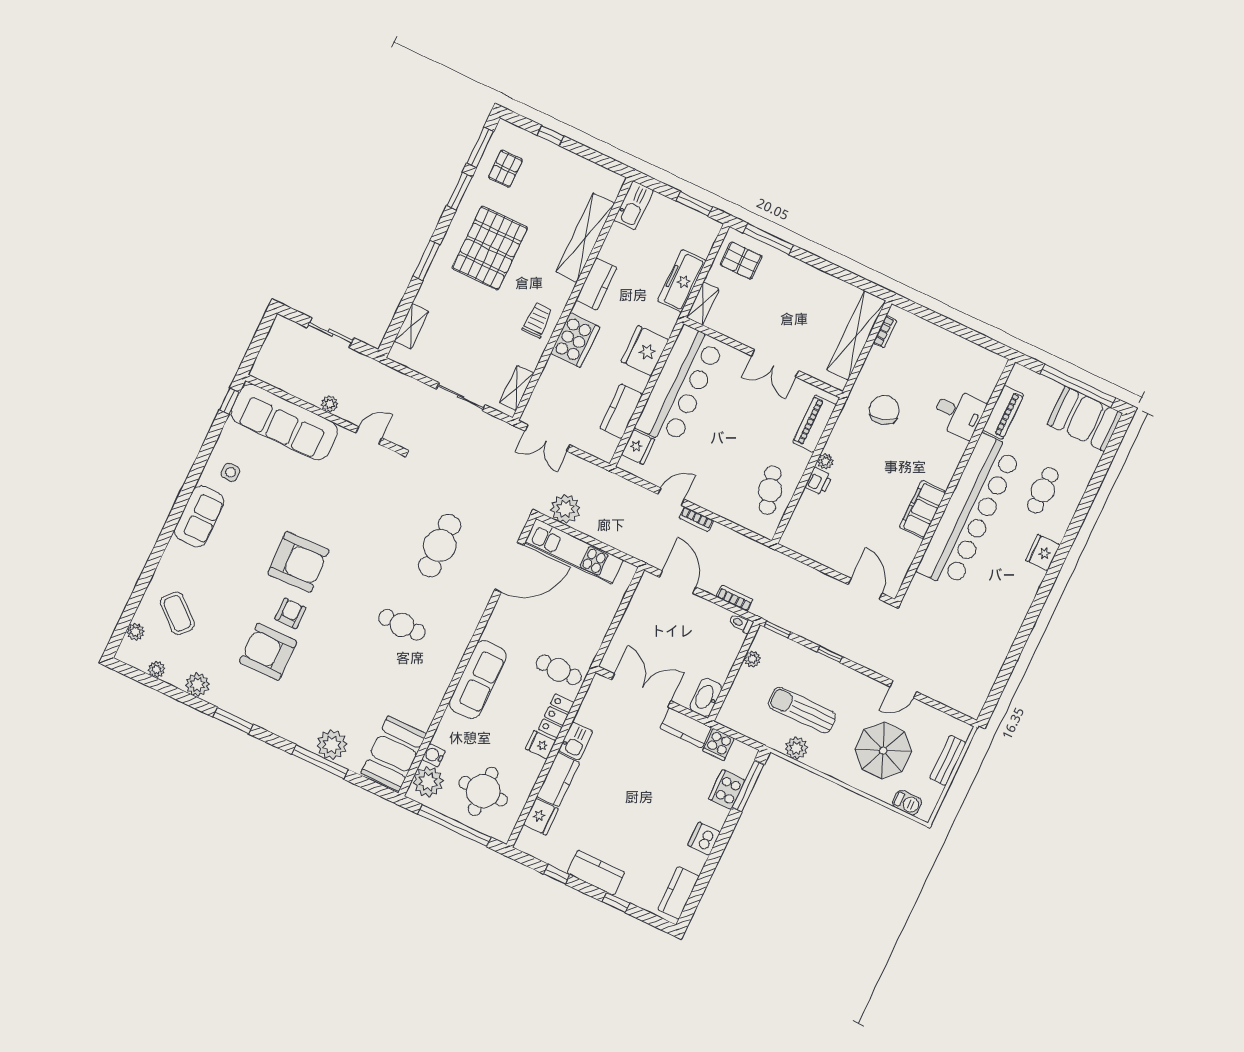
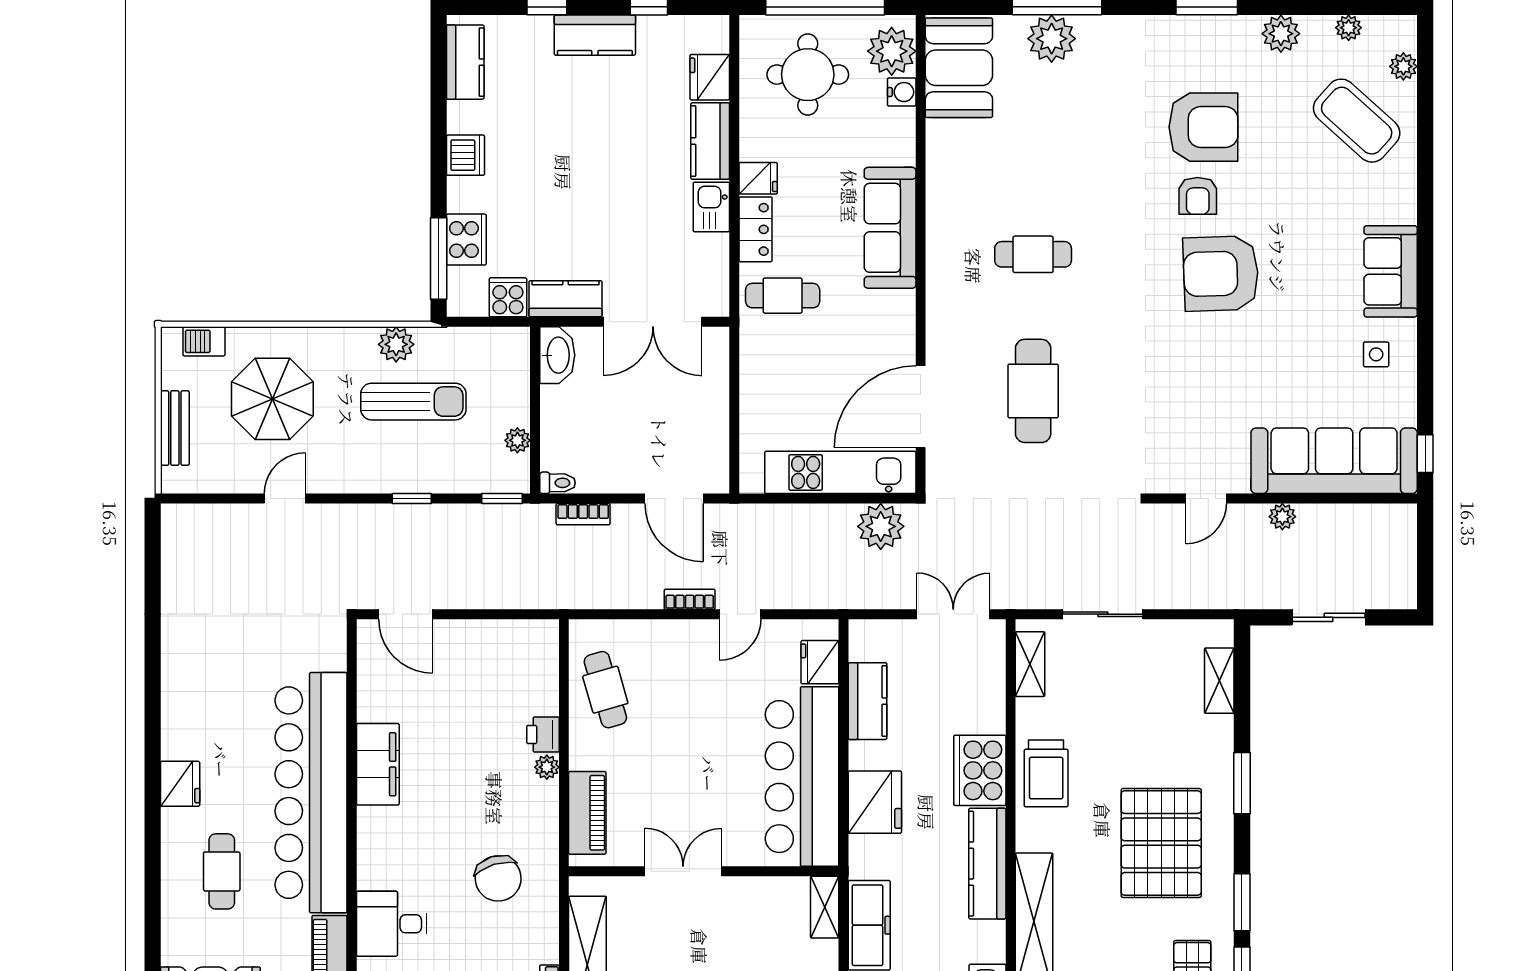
kitchen counter: (596, 284) -> (987, 864), width x1.50
trolley: (537, 320) -> (1046, 773), width x1.36, depth x1.39
coffee table: (177, 613) -> (1357, 121), width x1.36, depth x1.32

